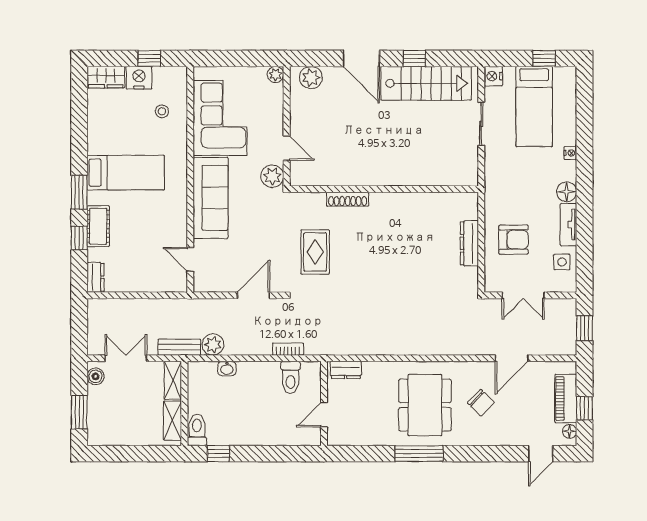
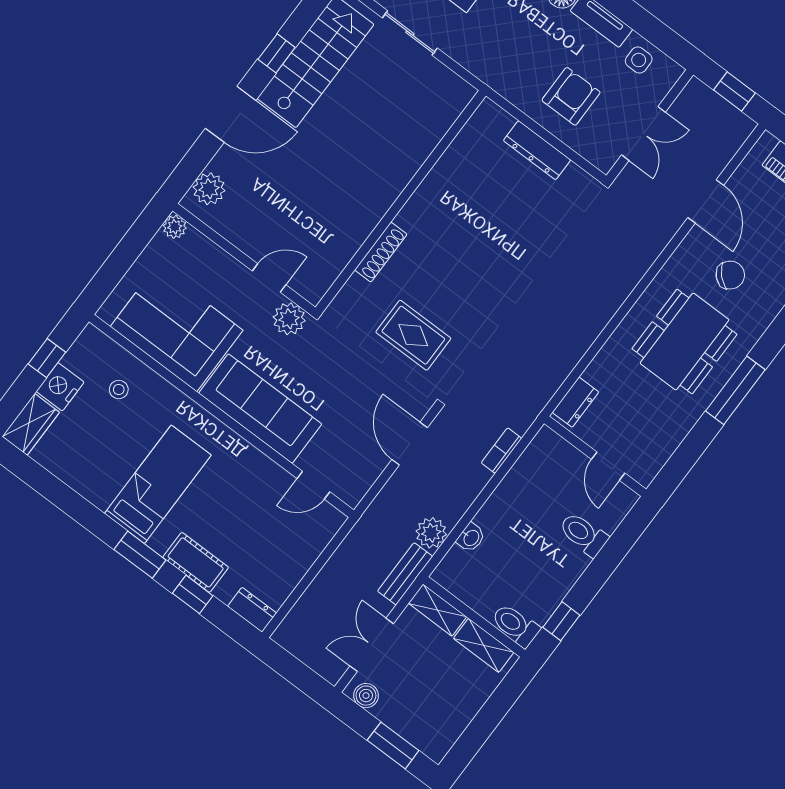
toilet: (290, 377) -> (583, 534), moved, turned 180
dining table: (425, 405) -> (685, 342), turned 90

